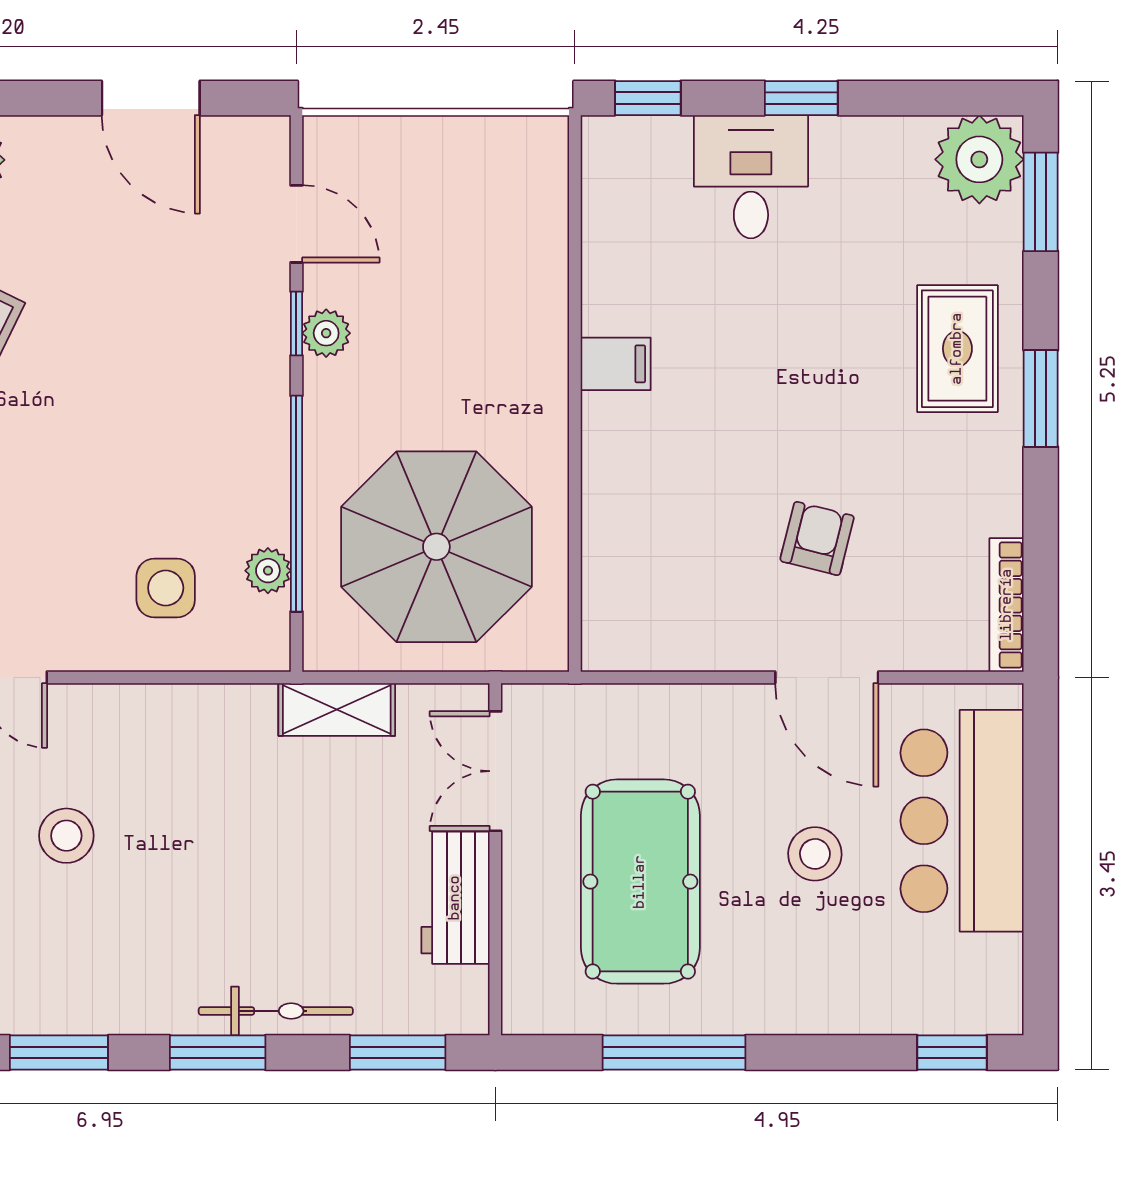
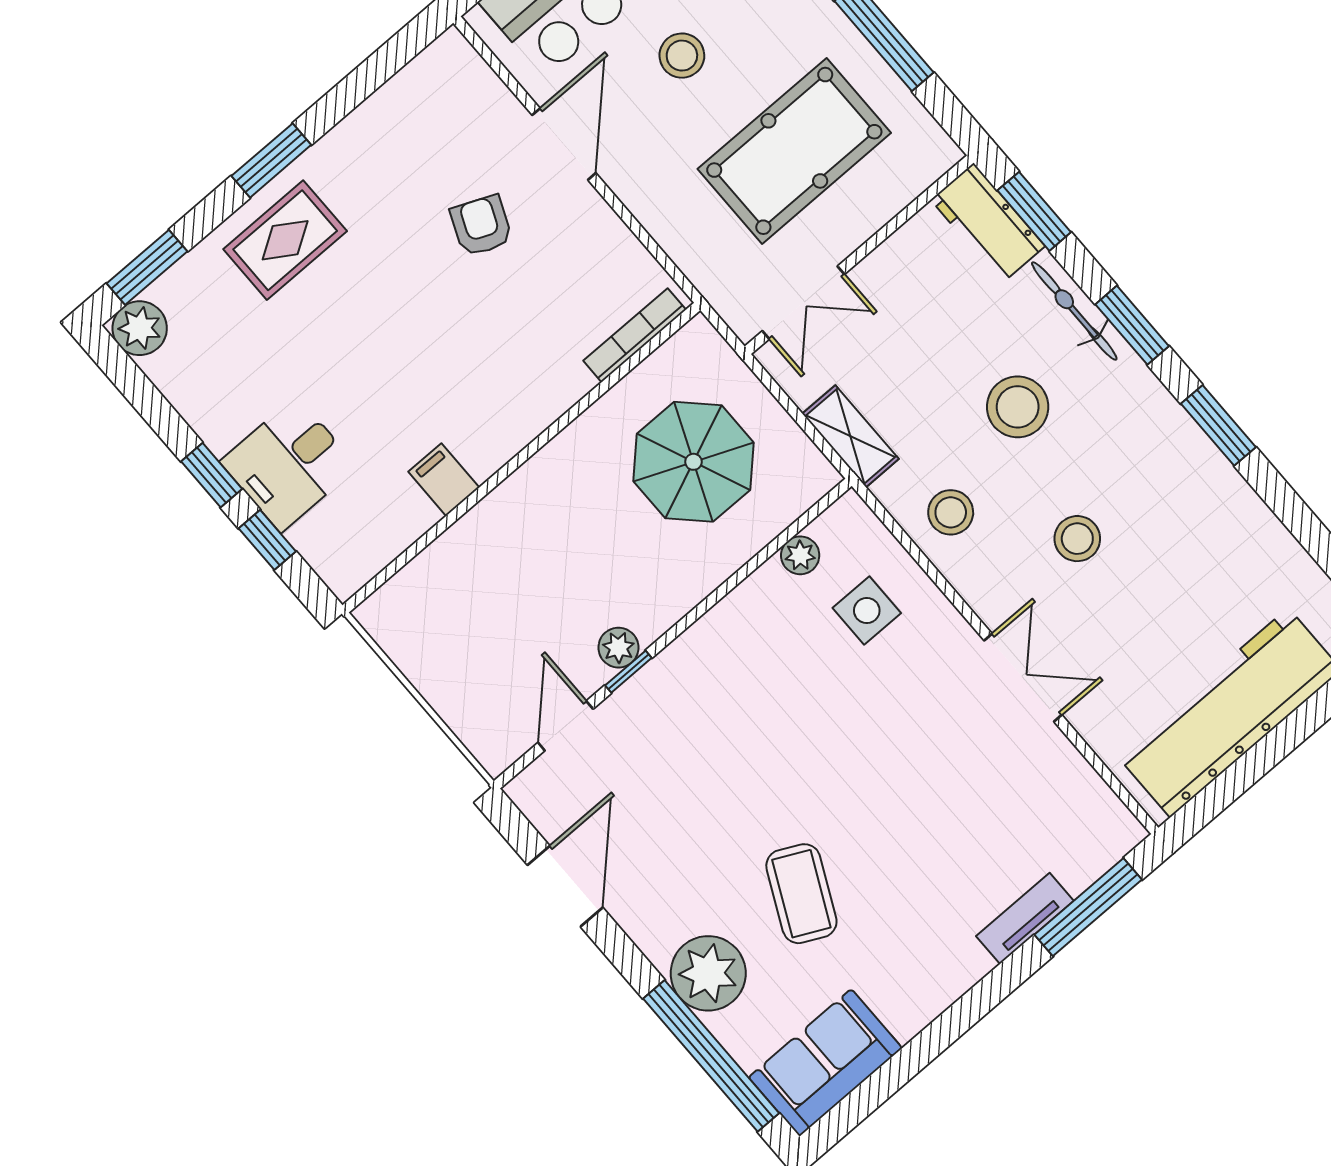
window: (648, 98) -> (267, 540), moved
plant: (979, 159) -> (140, 328), width x0.73, depth x0.73
filing cabinet: (616, 364) -> (444, 480), moved
window: (296, 504) -> (742, 574), removed
armchair: (817, 538) -> (481, 226), turned 99
parasol: (436, 547) -> (693, 462), width x0.73, depth x0.73
bookcase: (1007, 605) -> (635, 335), moved, turned 180
stool: (189, 741) -> (951, 512), added
stool: (233, 884) -> (1018, 407), added
workbench: (455, 898) -> (988, 223), moved, turned 90

